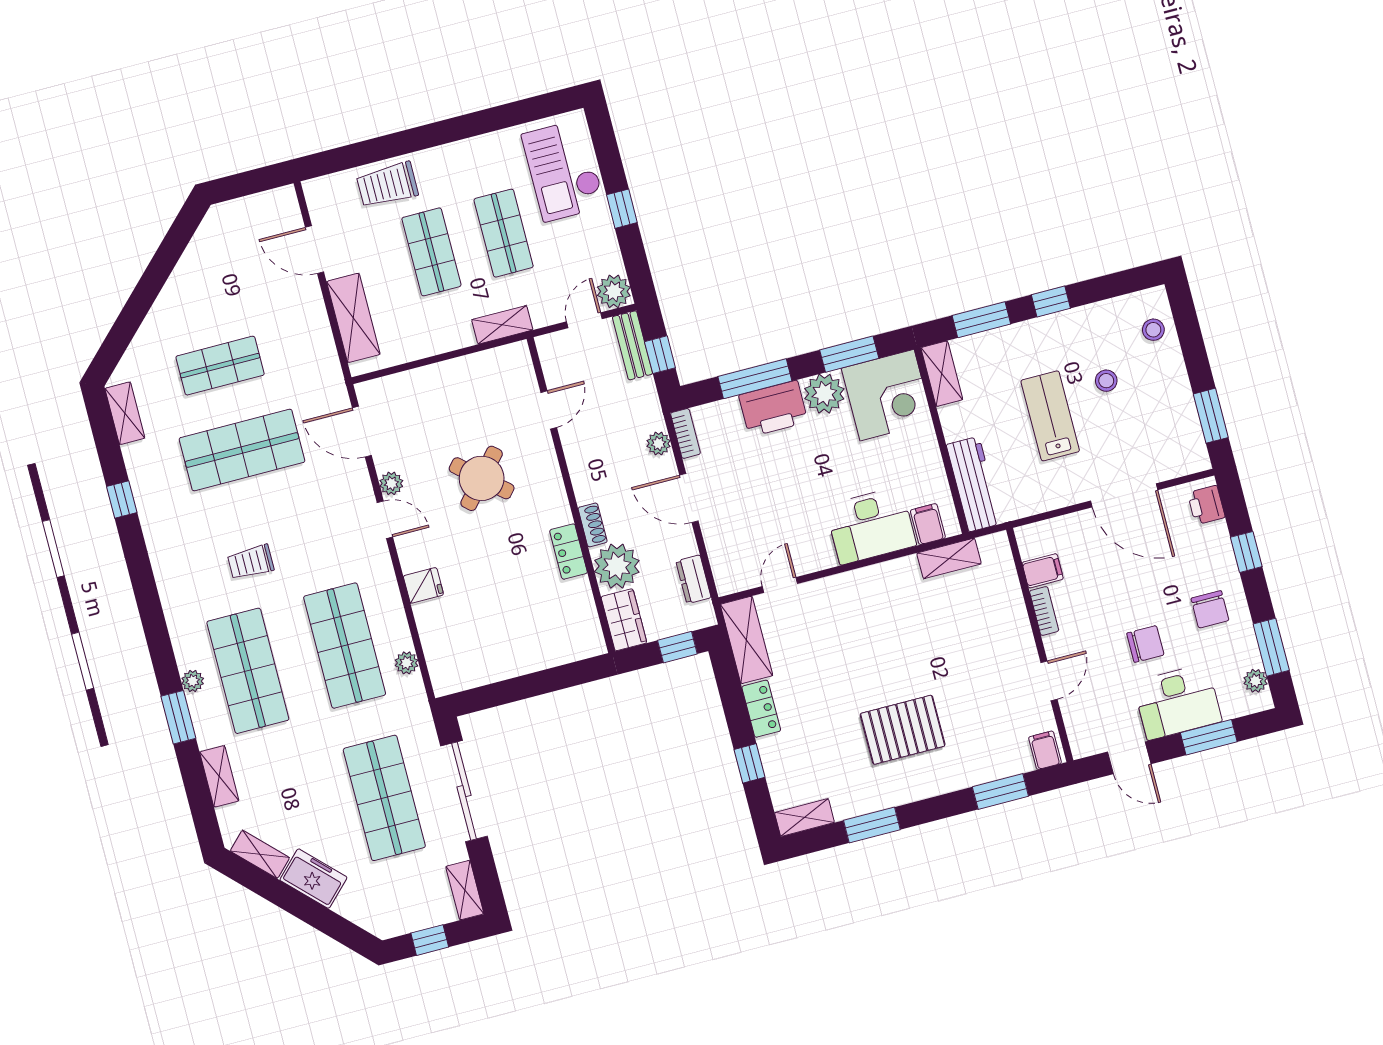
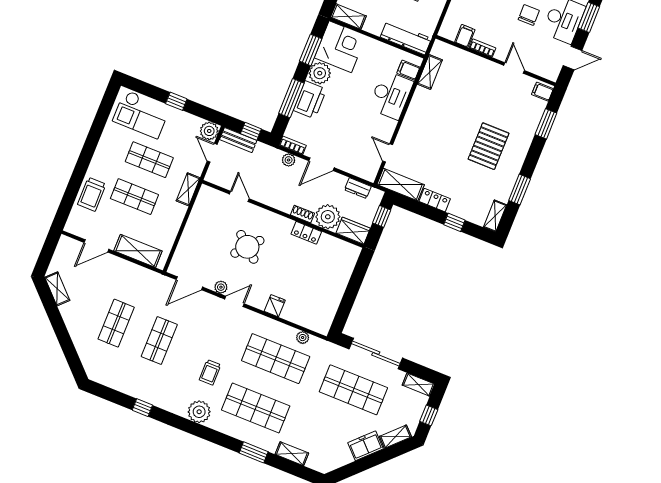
shelving: (125, 413) -> (57, 289), moved, turned 45
shop shelf: (242, 450) -> (159, 340), width x0.70, depth x0.74
plant: (193, 681) -> (199, 412), moved, width x1.88, depth x1.88
shelving: (260, 854) -> (395, 437), moved

